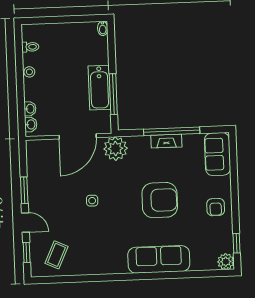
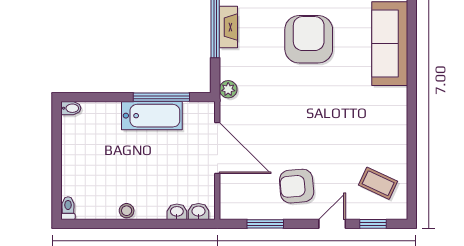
toilet: (30, 47) -> (68, 208), moved
plant: (116, 149) -> (228, 89), width x0.53, depth x0.53
window: (24, 190) -> (265, 224), moved
armchair: (52, 195) -> (297, 186), added
side table: (92, 201) -> (306, 132), removed

